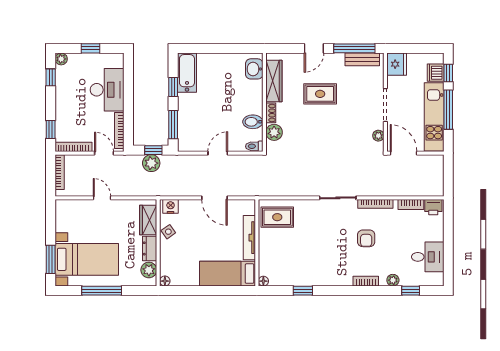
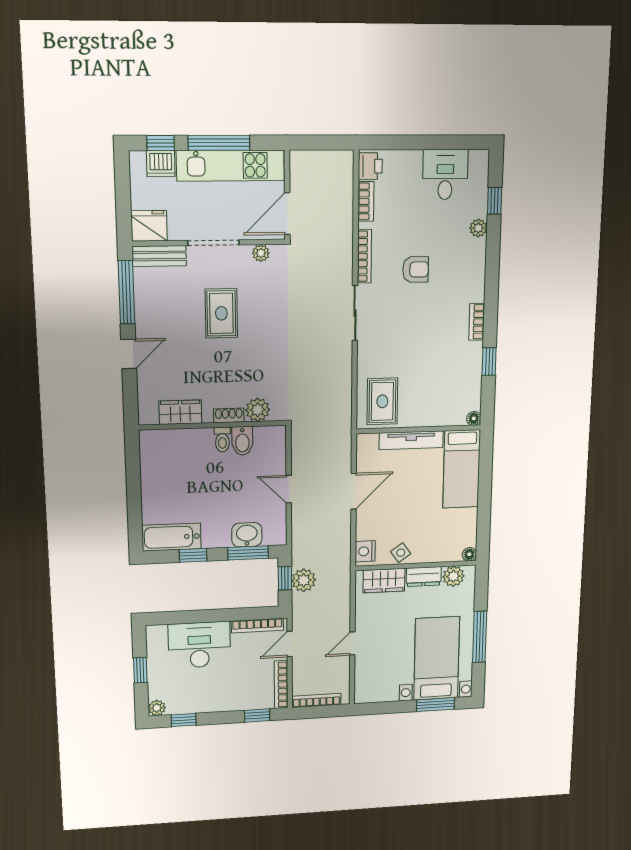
door: (314, 48) -> (129, 354), hinge flipped
bench: (362, 59) -> (159, 256), moved, turned 90
washbasin: (254, 69) -> (247, 535), moved, turned 180
wardrobe: (274, 81) -> (180, 412), width x0.67
rug: (320, 94) -> (221, 313), moved
toilet: (254, 146) -> (222, 440), moved
bookcase: (366, 281) -> (477, 322), moved

